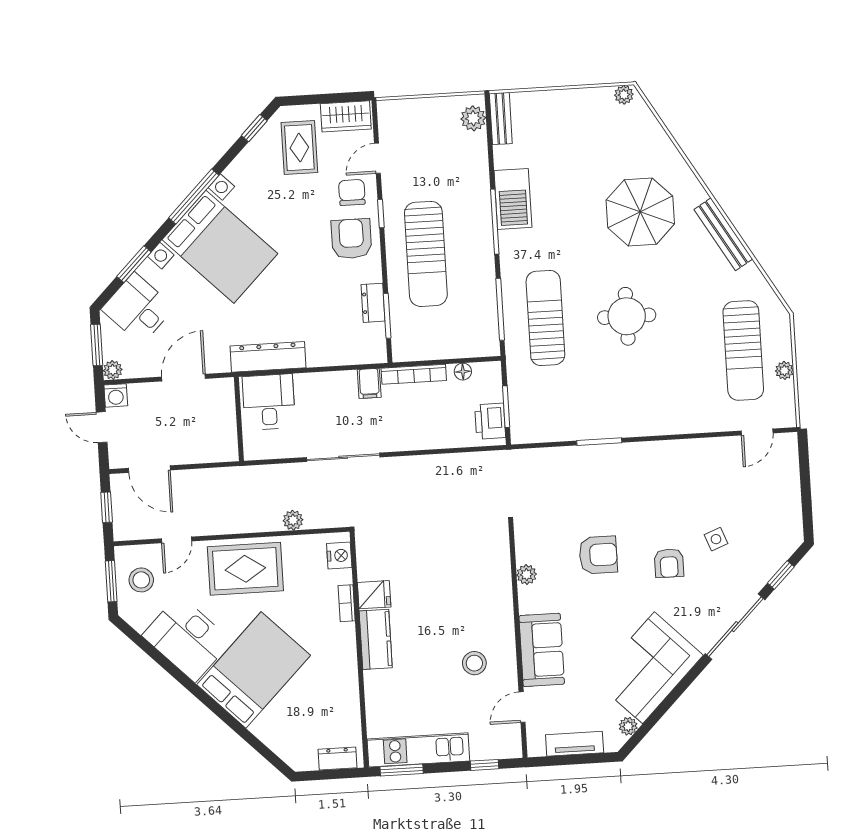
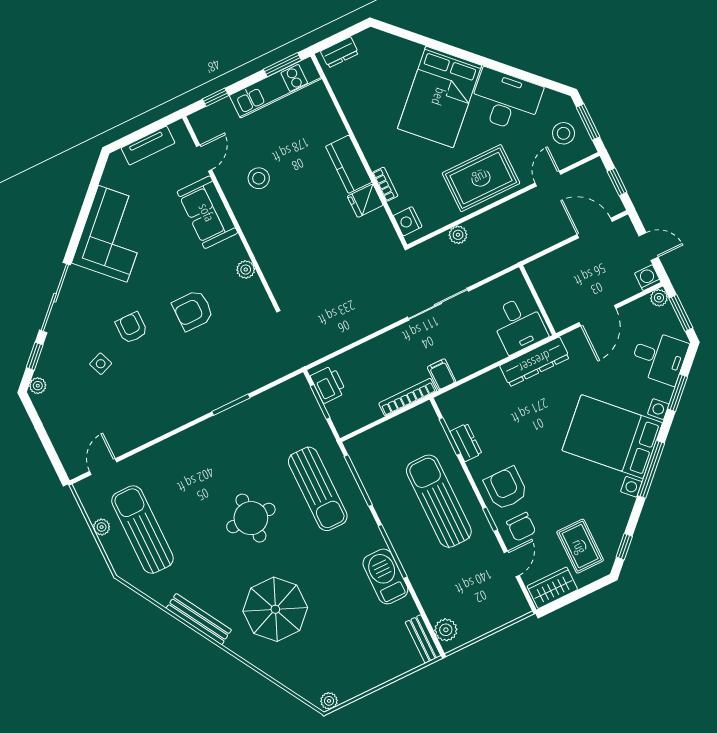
armchair: (351, 239) -> (506, 488), turned 180
floor lamp: (463, 372) -> (368, 416), removed
plant: (628, 726) -> (38, 386), moved

